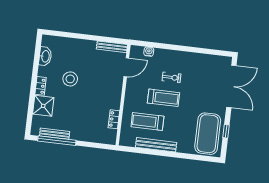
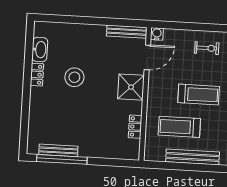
water cooler: (149, 52) -> (157, 34), moved
exercise bike: (171, 77) -> (207, 48), moved
locker: (41, 86) -> (37, 75), moved
shower: (43, 106) -> (131, 87), moved

